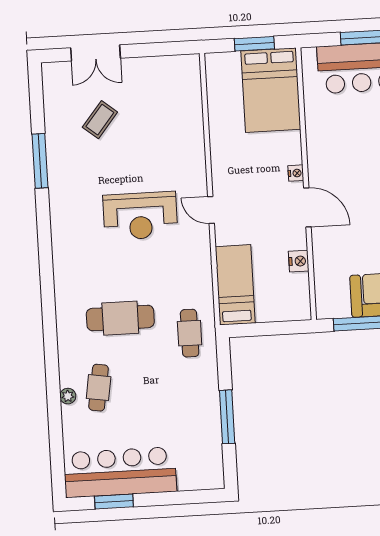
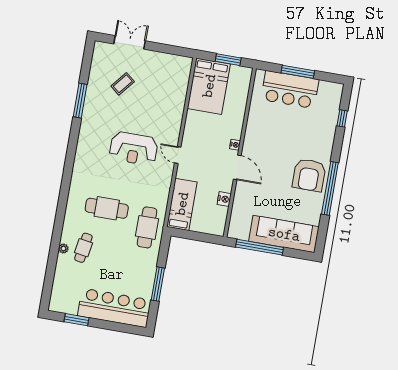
double door: (95, 53) -> (130, 42), swing flipped
bed: (271, 90) -> (209, 86), moved
cafe table: (190, 333) -> (147, 227), width x1.37, depth x1.35
bar counter: (120, 472) -> (114, 308), moved

